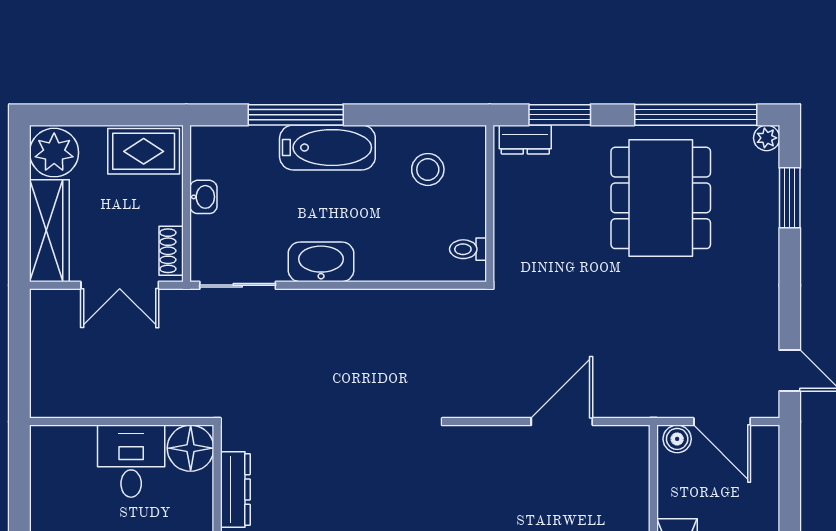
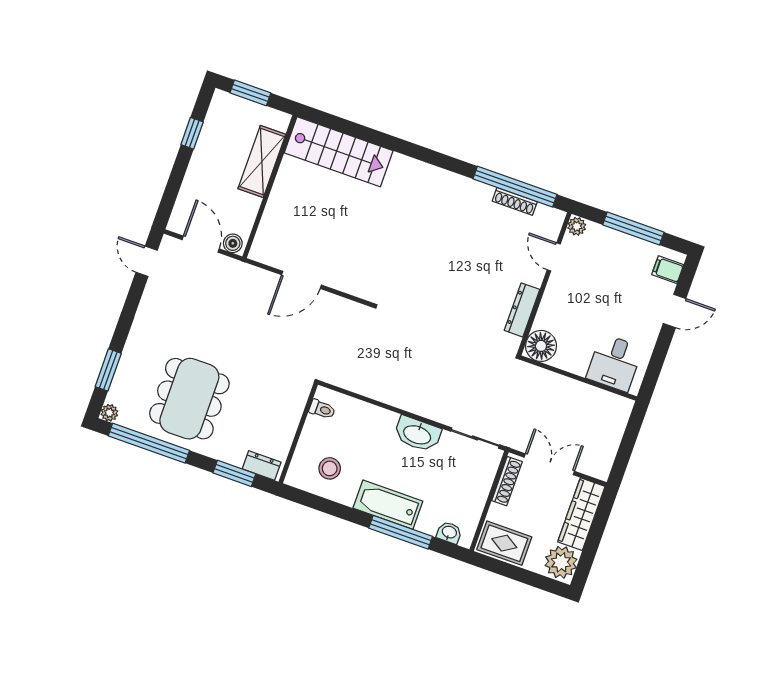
washbasin: (203, 197) -> (449, 533), moved, turned 90
shoe rack: (171, 251) -> (507, 481), width x1.43
desk: (131, 461) -> (614, 363), moved

